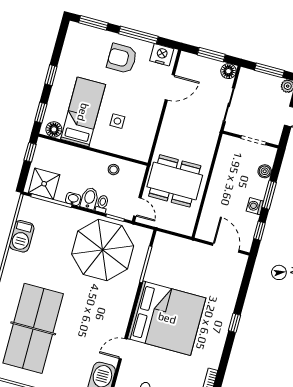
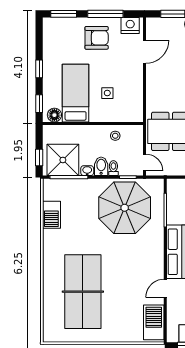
armchair: (122, 58) -> (97, 38), turned 180
window: (30, 152) -> (39, 158), moved
shower: (44, 184) -> (63, 160), width x1.37, depth x1.37

